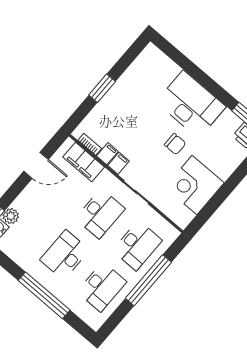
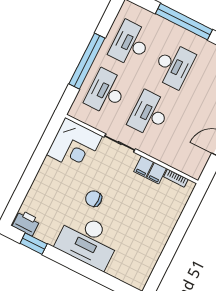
window: (102, 88) -> (177, 235), removed
filing cabinet: (84, 162) -> (178, 159), removed
corner desk: (194, 185) -> (75, 145), moved, turned 90

